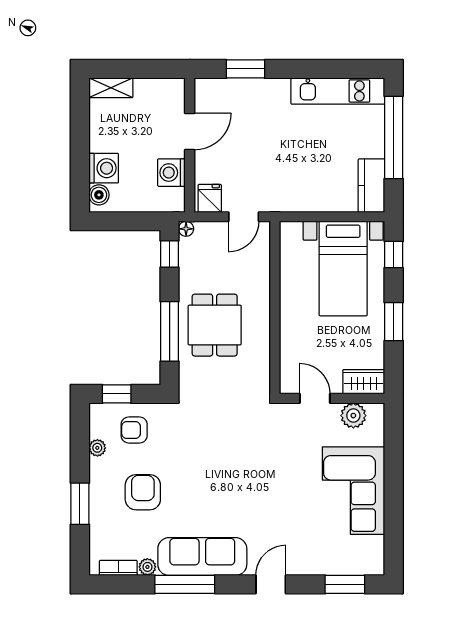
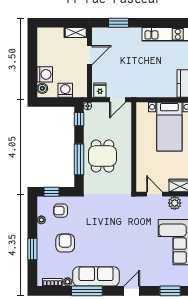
shelving: (111, 88) -> (76, 33), moved
washing machine: (171, 173) -> (65, 90), moved, turned 90

